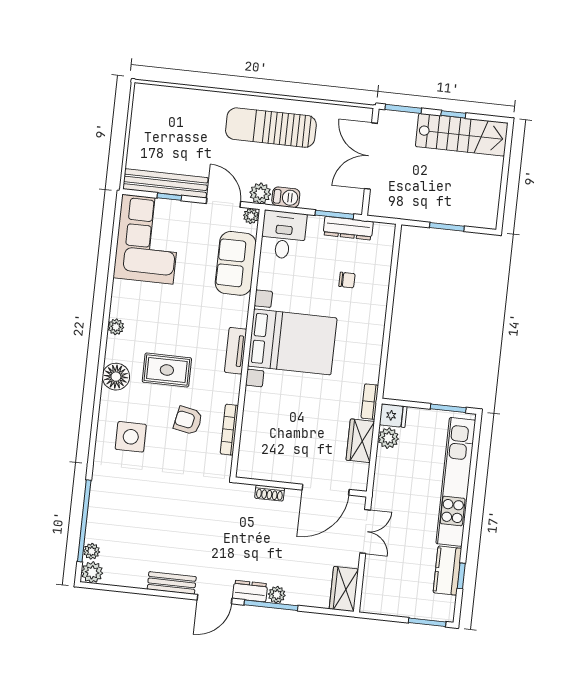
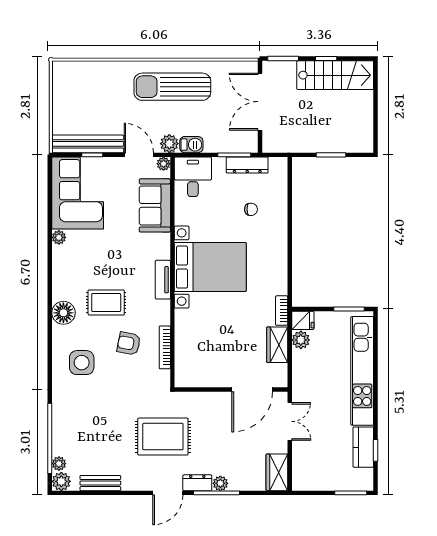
plant: (116, 327) -> (59, 237), moved
shoe rack: (270, 493) -> (205, 398), removed
rug: (216, 533) -> (163, 437), added
bench: (172, 583) -> (100, 483), moved

